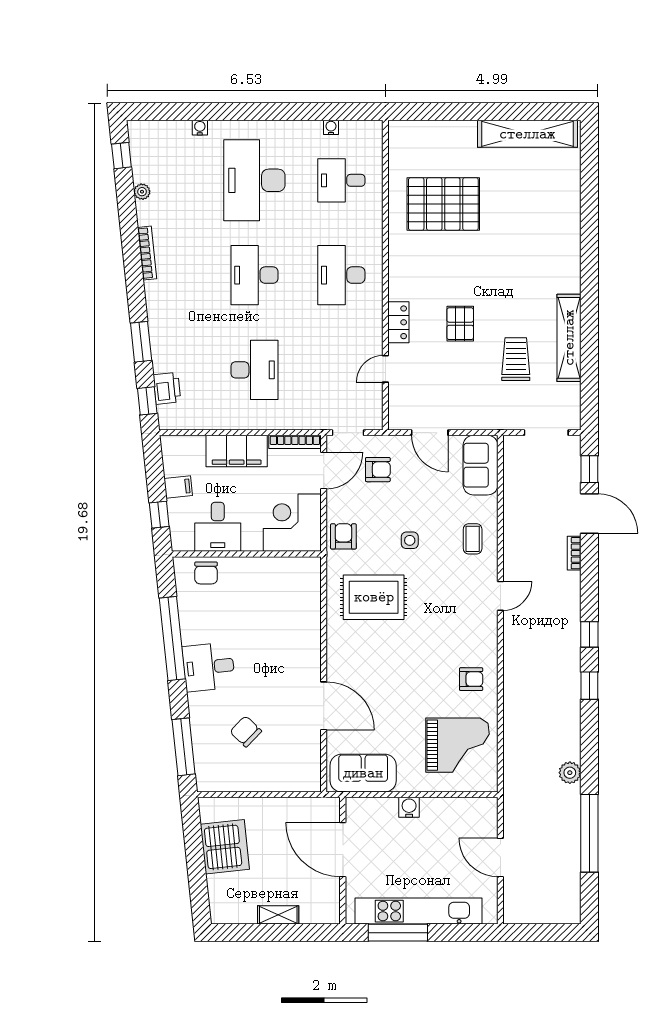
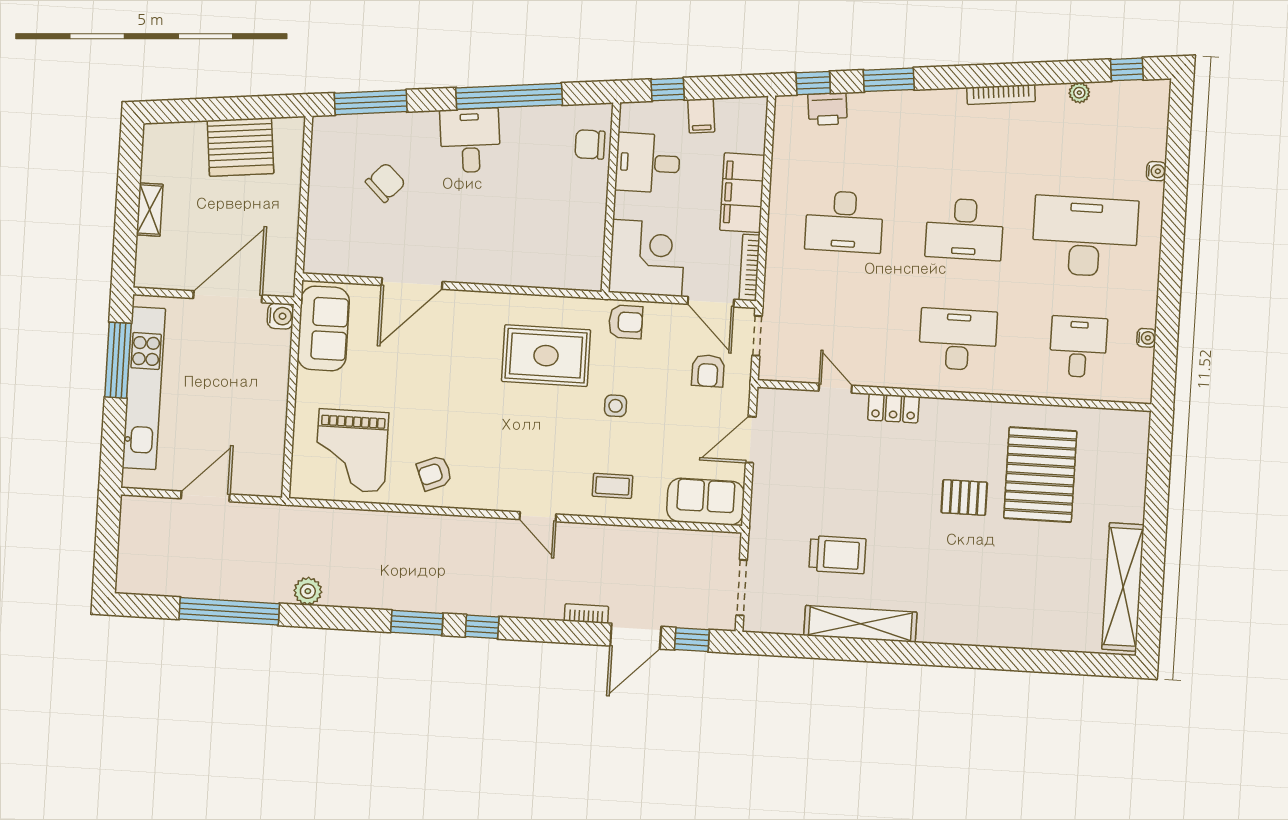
desk: (254, 275) -> (965, 229), turned 180
pallet: (460, 324) -> (964, 497), moved
rug: (374, 597) -> (546, 356), turned 90
armchair: (471, 679) -> (434, 473), turned 68
window: (589, 686) -> (417, 623), width x1.50
water cooler: (409, 807) -> (280, 316), moved

